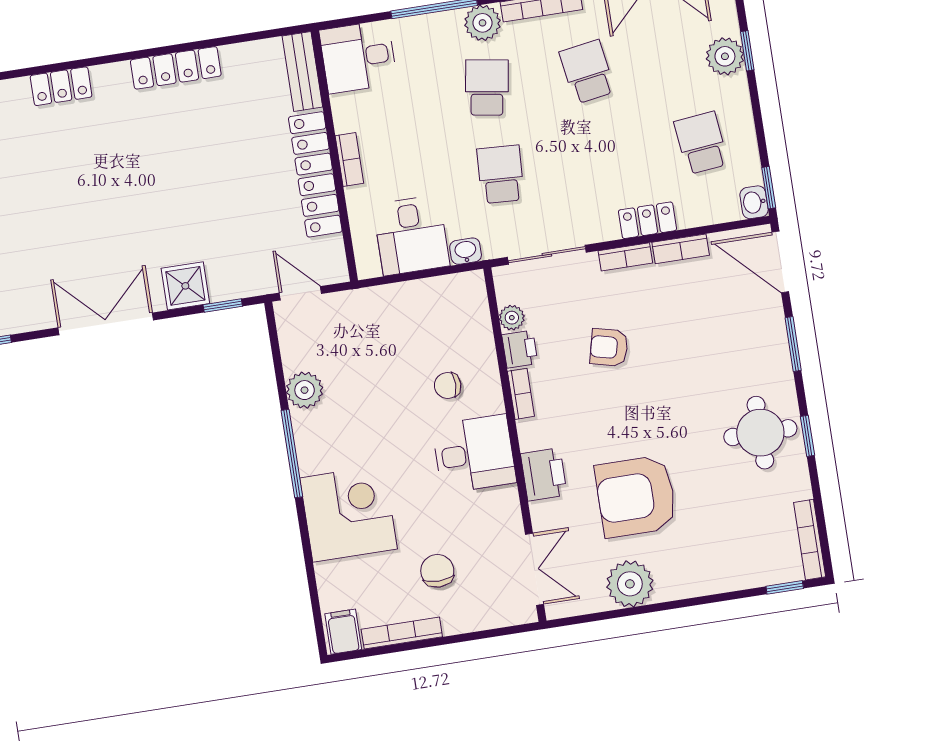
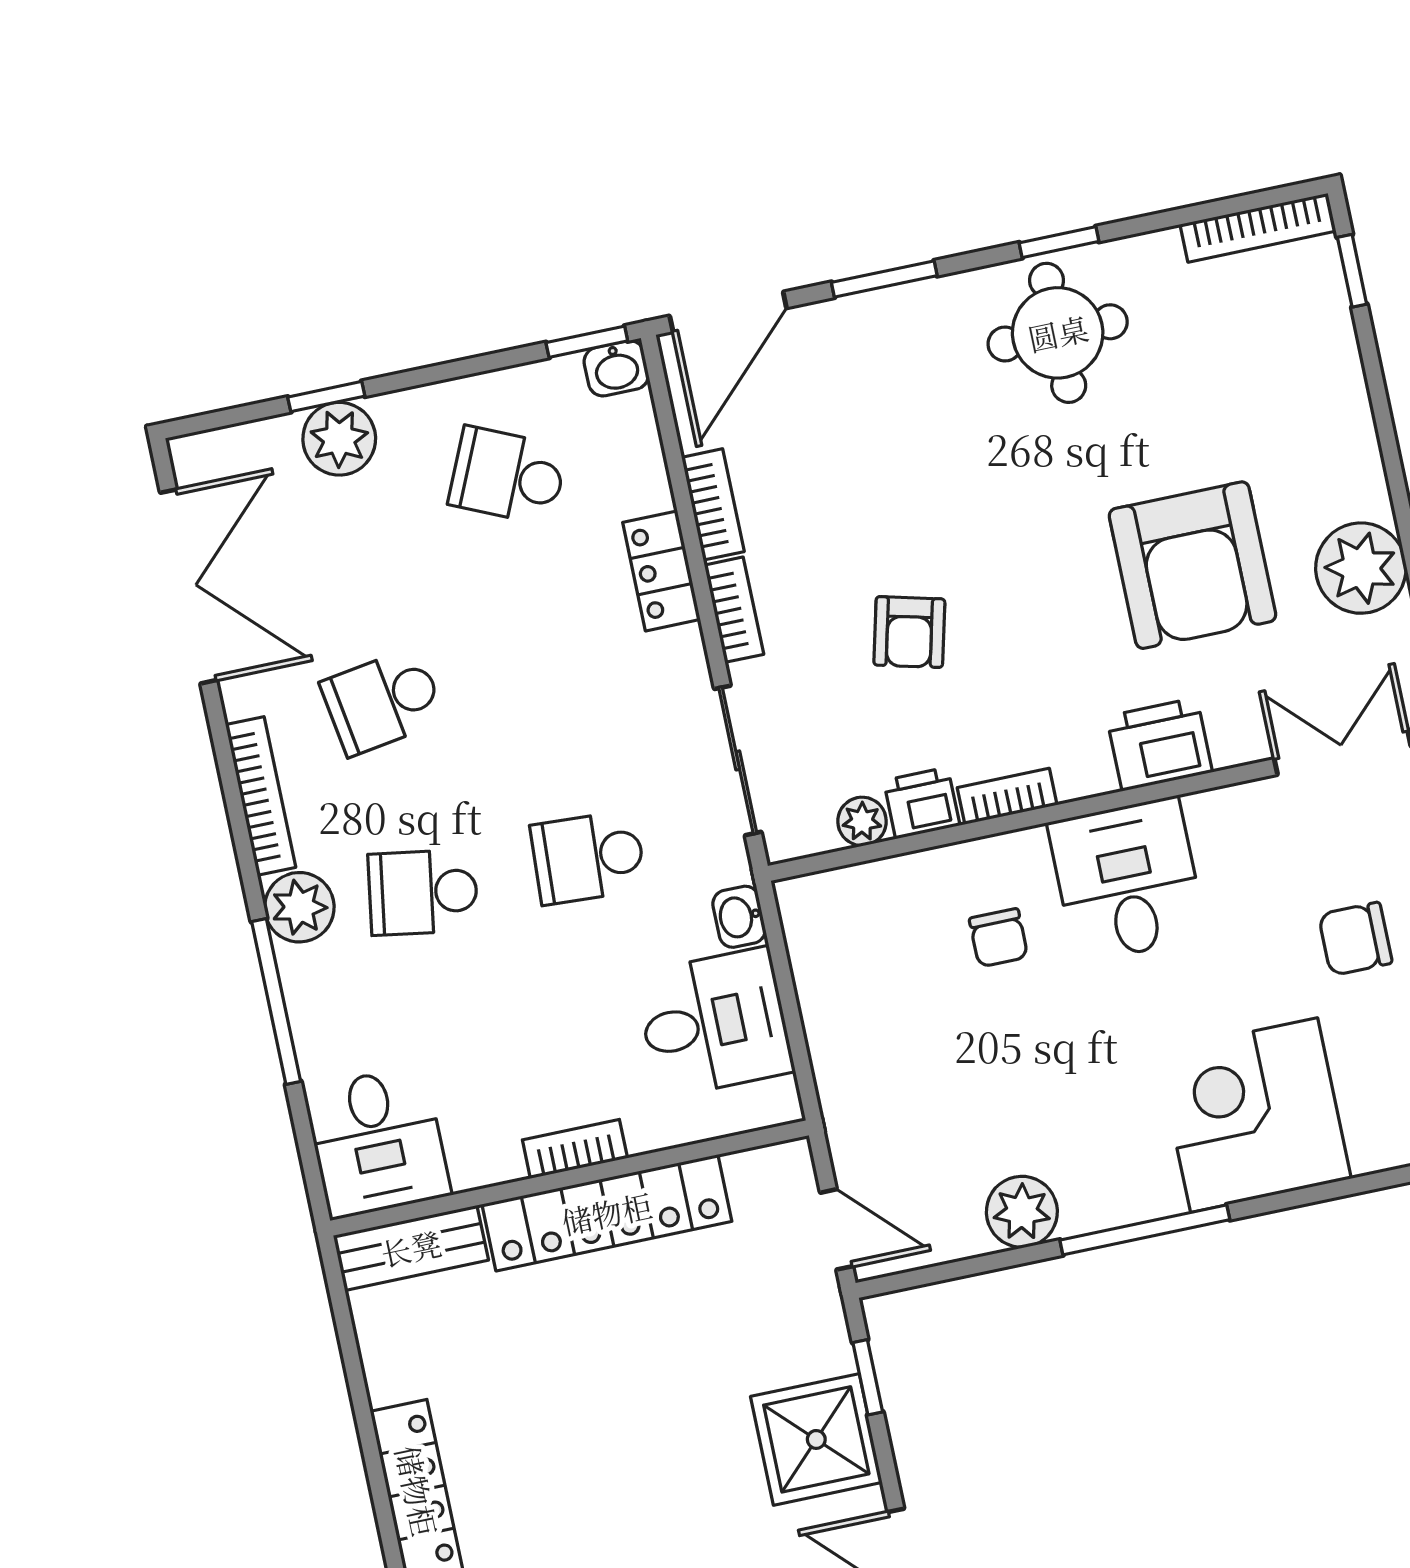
school desk: (701, 143) -> (508, 476), turned 30
shower: (185, 286) -> (816, 1439), width x1.36, depth x1.36
door: (300, 293) -> (837, 1229), swing flipped

